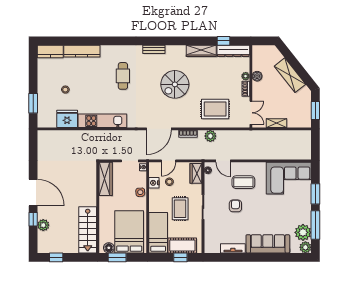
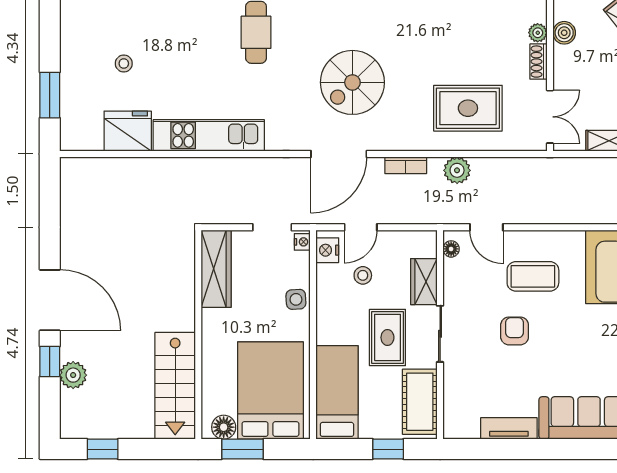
spiral stairs: (175, 84) -> (352, 82), moved
wardrobe: (196, 173) -> (424, 282), moved
nightstand: (154, 183) -> (327, 250), moved
cot: (182, 246) -> (420, 402), moved, turned 90

